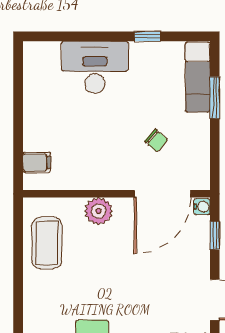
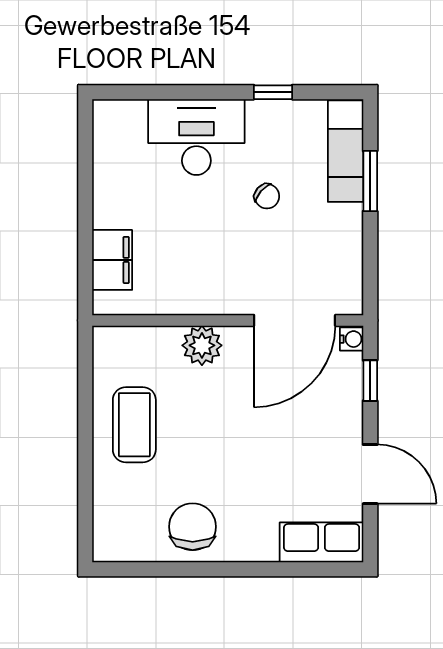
chair: (156, 140) -> (267, 196), moved
filing cabinet: (37, 162) -> (112, 260), width x2.00
coffee table: (47, 243) -> (134, 425), moved

